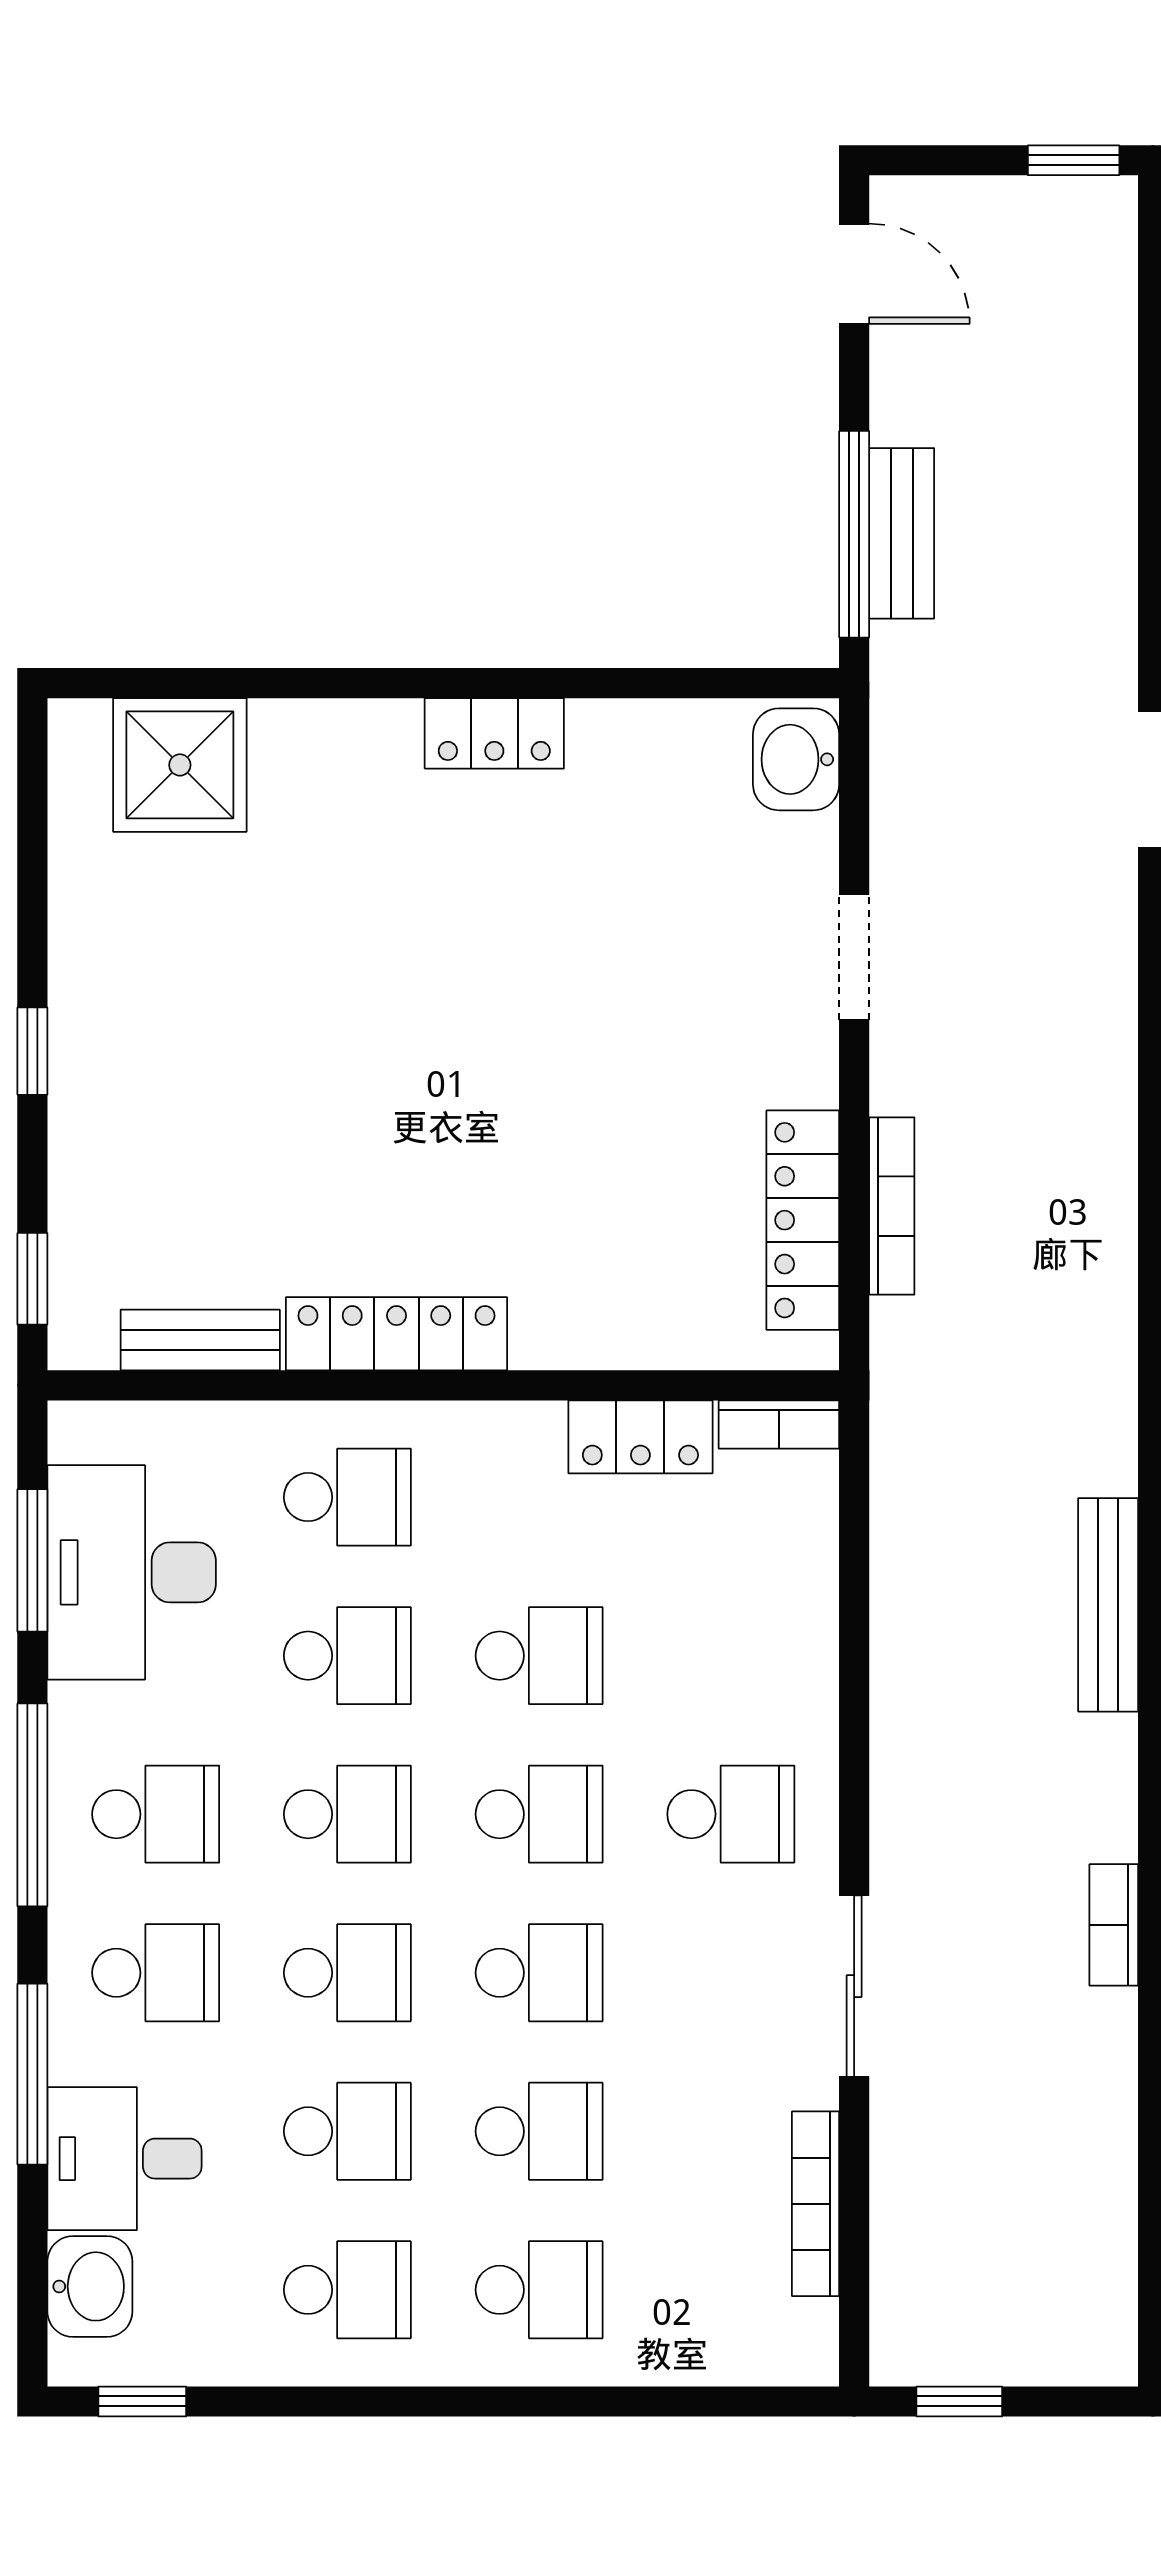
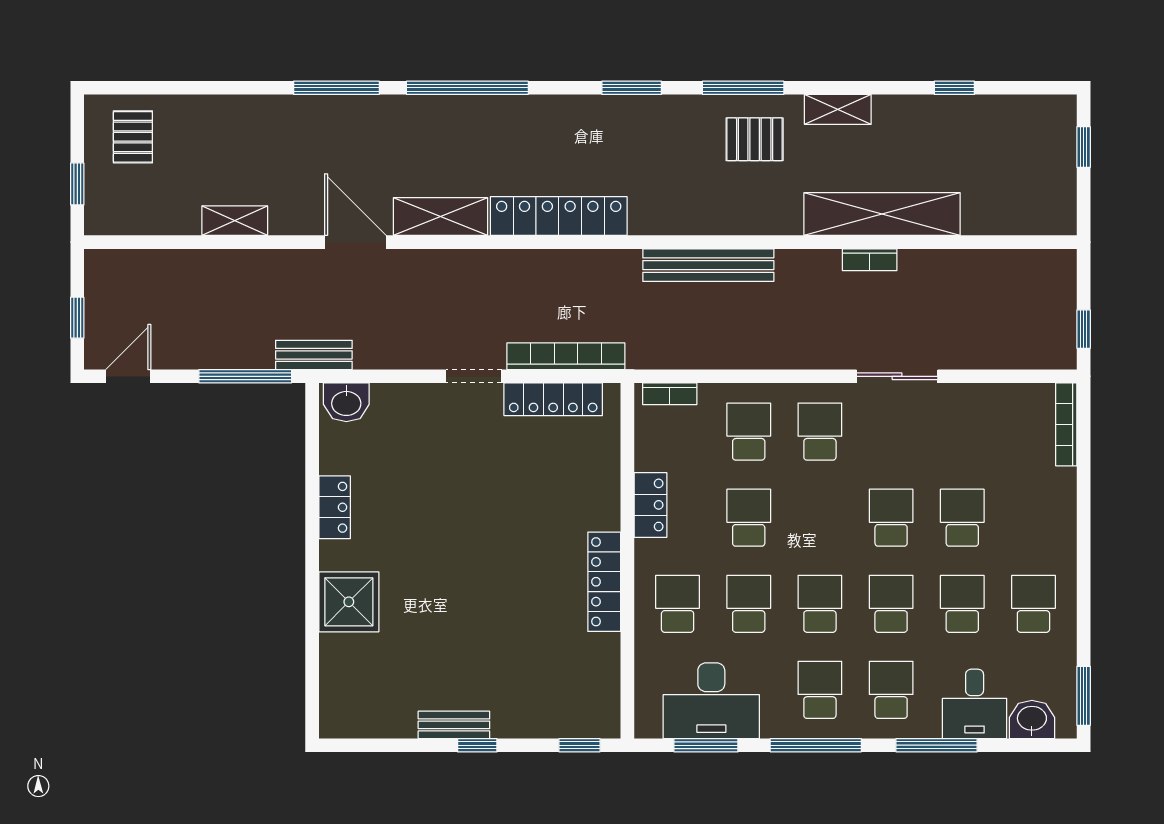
window: (1074, 160) -> (77, 318), moved
bench: (902, 533) -> (314, 355), moved
locker: (494, 733) -> (335, 507), moved
shower: (180, 765) -> (349, 602), moved
doorway: (854, 957) -> (474, 376), moved
bookcase: (892, 1206) -> (566, 356), width x1.48, depth x1.31
bench: (200, 1340) -> (454, 725), moved, turned 90
bookcase: (779, 1424) -> (670, 394), moved, turned 90
locker: (640, 1437) -> (650, 505), moved
bench: (1108, 1605) -> (708, 265), width x1.37, depth x1.21
school desk: (539, 1814) -> (749, 432), moved
bookcase: (816, 2204) -> (1066, 424), moved, turned 90
school desk: (539, 2290) -> (1033, 518), removed
window: (142, 2401) -> (1084, 696), width x1.50

